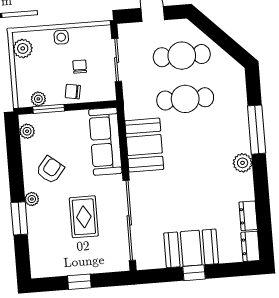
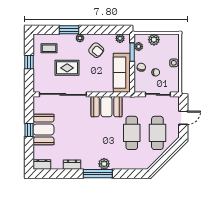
plant: (23, 48) -> (154, 40), moved
window: (257, 130) -> (98, 174), moved
sofa: (105, 141) -> (122, 73), moved, turned -90
plant: (243, 163) -> (104, 164), moved
dresser: (248, 216) -> (72, 165), moved
coffee table: (53, 250) -> (49, 48), added

